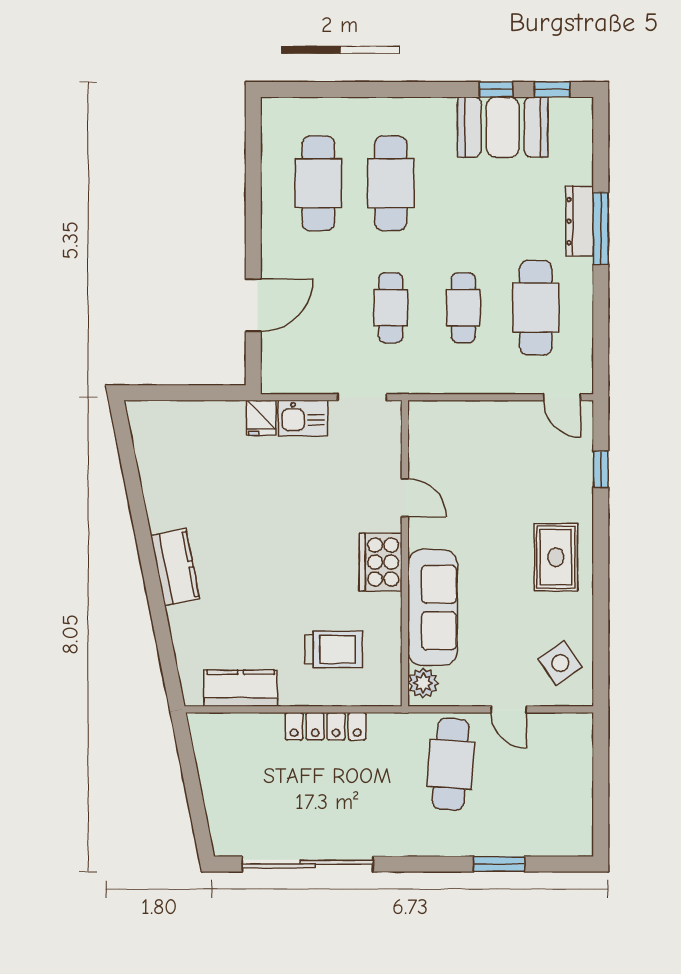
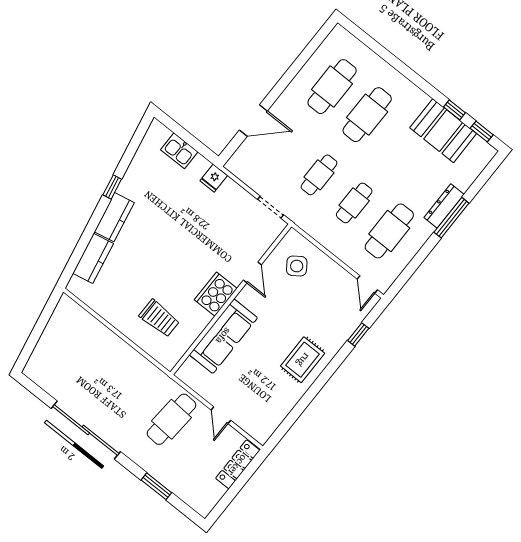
kitchen sink: (303, 418) -> (179, 151), moved
window: (142, 531) -> (112, 187), added
side table: (560, 663) -> (297, 266), moved
plant: (423, 683) -> (190, 369), removed
kitchen counter: (241, 688) -> (93, 258), moved, turned 79
locker: (326, 726) -> (238, 464), moved, turned 90
sliding door: (308, 864) -> (86, 430), moved

